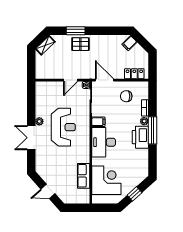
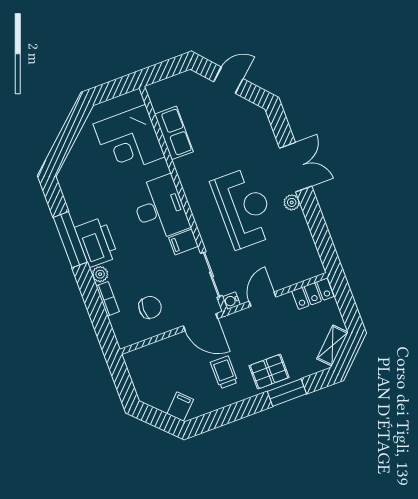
trolley: (102, 52) -> (224, 372), added
locker: (134, 74) -> (313, 294), moved
reception desk: (63, 127) -> (244, 208), turned 180
window: (152, 130) -> (70, 240), moved
window: (135, 194) -> (68, 135), removed

